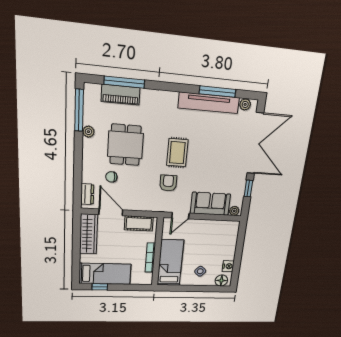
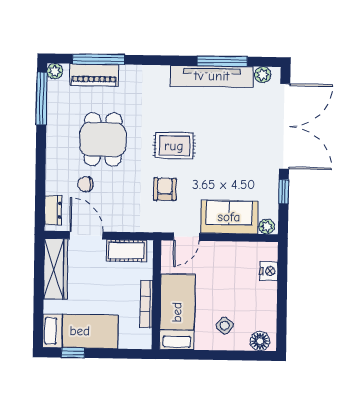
plant: (88, 132) -> (55, 71), moved
rug: (177, 153) -> (174, 146), turned 90
nightstand: (228, 266) -> (269, 271), moved

